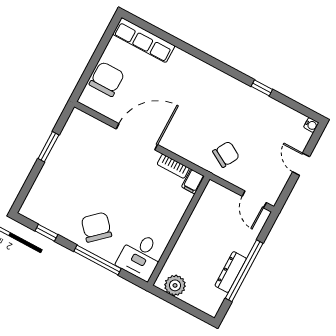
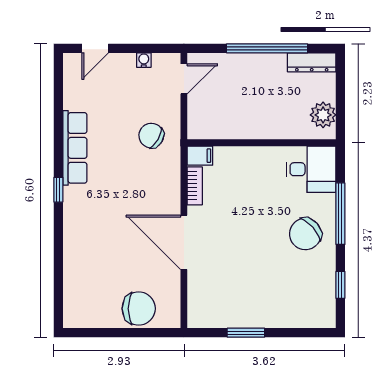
row of seats: (144, 40) -> (75, 148), moved
chair: (107, 79) -> (139, 309), turned 180
window: (262, 88) -> (58, 190), moved
water cooler: (311, 125) -> (144, 60), moved
door: (301, 164) -> (95, 48), moved
dresser: (231, 272) -> (312, 62), moved

